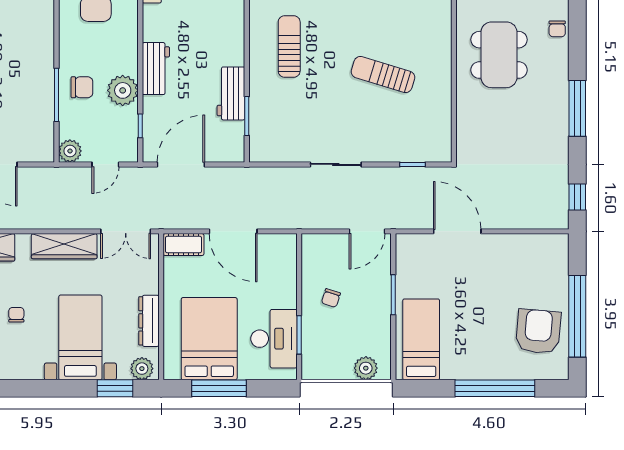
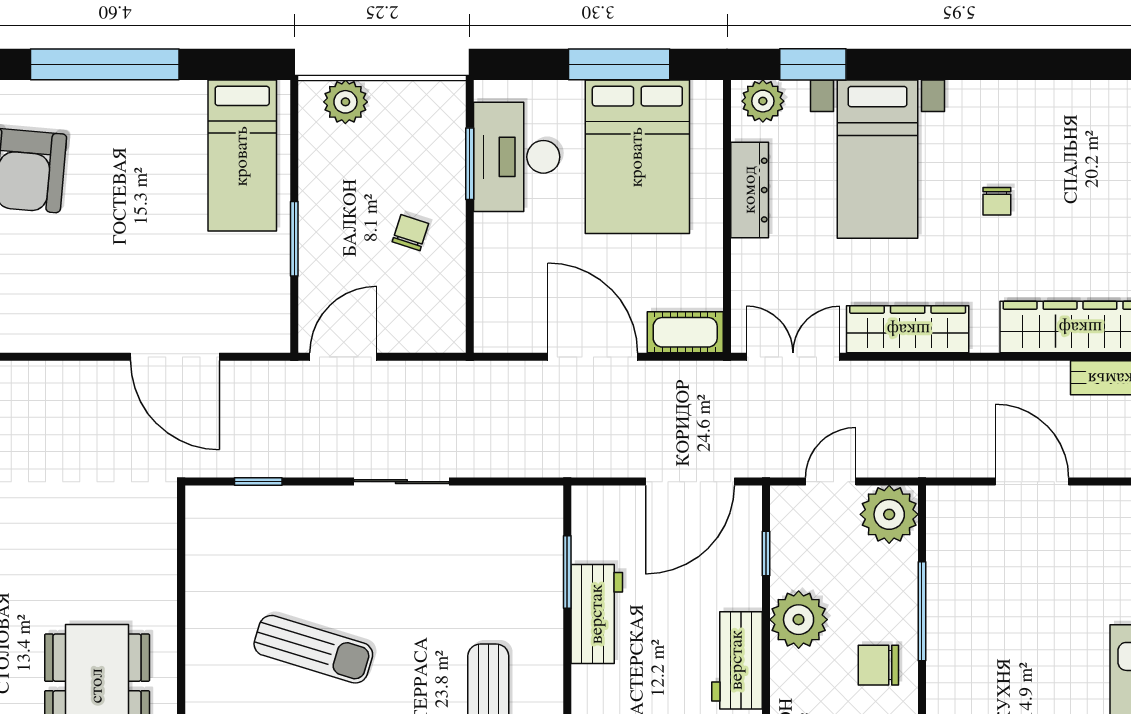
chair: (82, 87) -> (878, 665), moved
plant: (70, 151) -> (889, 514), width x1.36, depth x1.36

